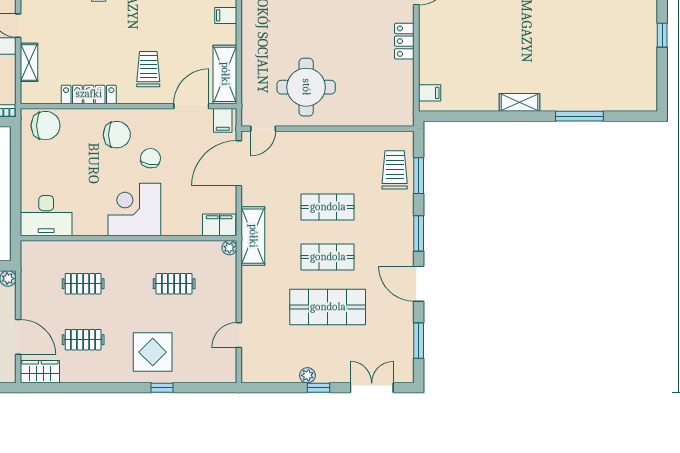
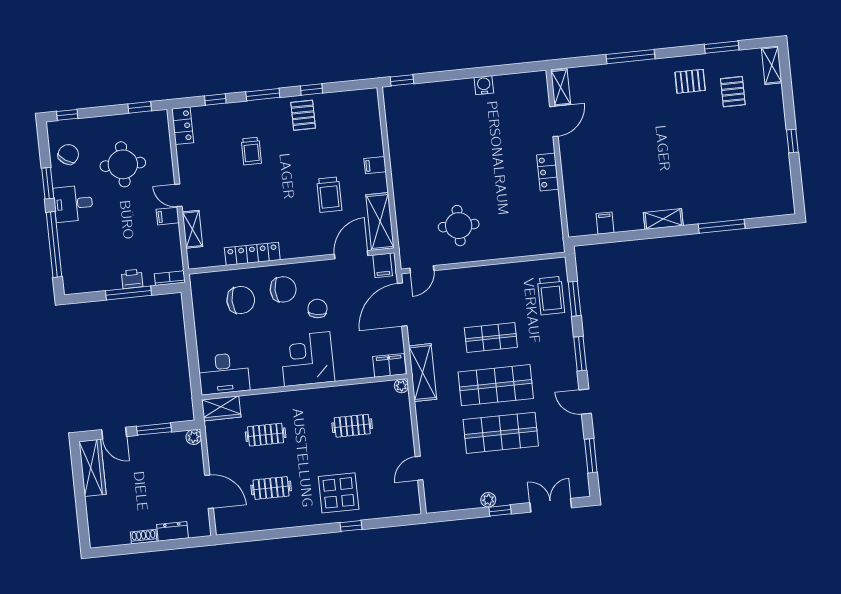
trolley: (148, 69) -> (329, 195), moved, turned 180
round table: (306, 87) -> (459, 226), width x0.73, depth x0.73
filing cabinet: (430, 93) -> (605, 223), moved, turned -90
chair: (46, 126) -> (241, 300), moved
trolley: (395, 170) -> (551, 296), turned 180
shop shelf: (328, 257) -> (496, 385), width x1.43, depth x1.36
door: (419, 284) -> (585, 402), width x0.73
wardrobe: (40, 372) -> (221, 408), moved, turned 180

